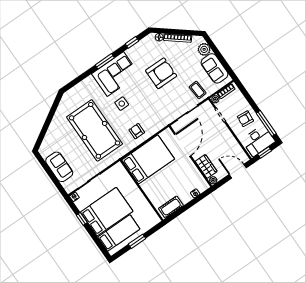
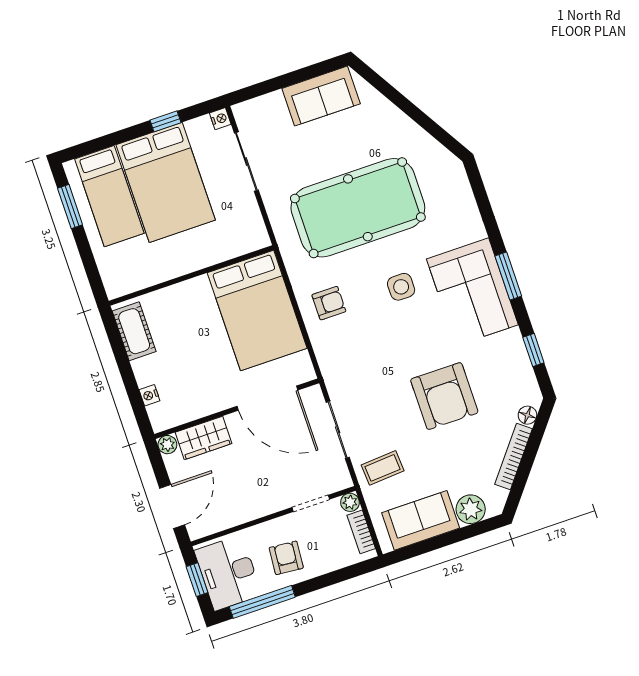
sofa: (59, 167) -> (321, 96), moved
window: (137, 241) -> (70, 206), moved

